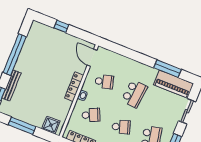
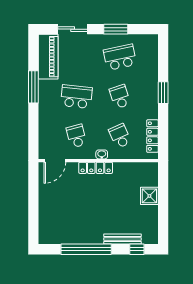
window: (61, 26) -> (33, 209), removed
window: (167, 69) -> (33, 87), moved
shower: (51, 125) -> (149, 196), moved
window: (22, 126) -> (163, 209), removed

